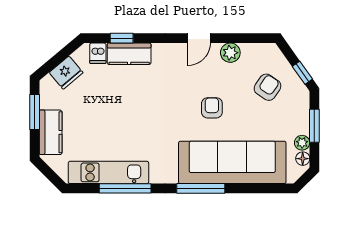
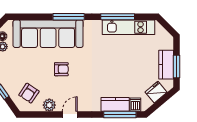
window: (122, 38) -> (120, 114), width x2.17
armchair: (267, 87) -> (29, 93), moved
armchair: (212, 108) -> (61, 69), turned -90
kitchen counter: (51, 132) -> (166, 65), moved

